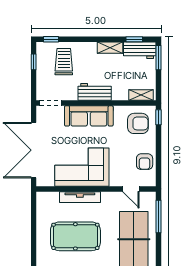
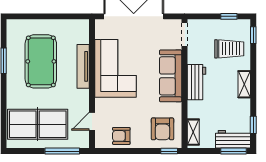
shelving: (110, 48) -> (244, 84), moved
workbench: (140, 50) -> (233, 139), moved, turned 90

